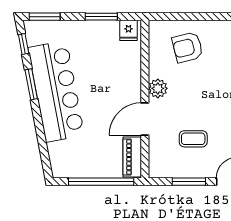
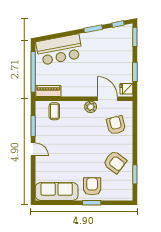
bar counter: (56, 91) -> (59, 50), moved, width x0.73
door: (145, 119) -> (107, 99), moved
coffee table: (193, 139) -> (54, 111), moved

